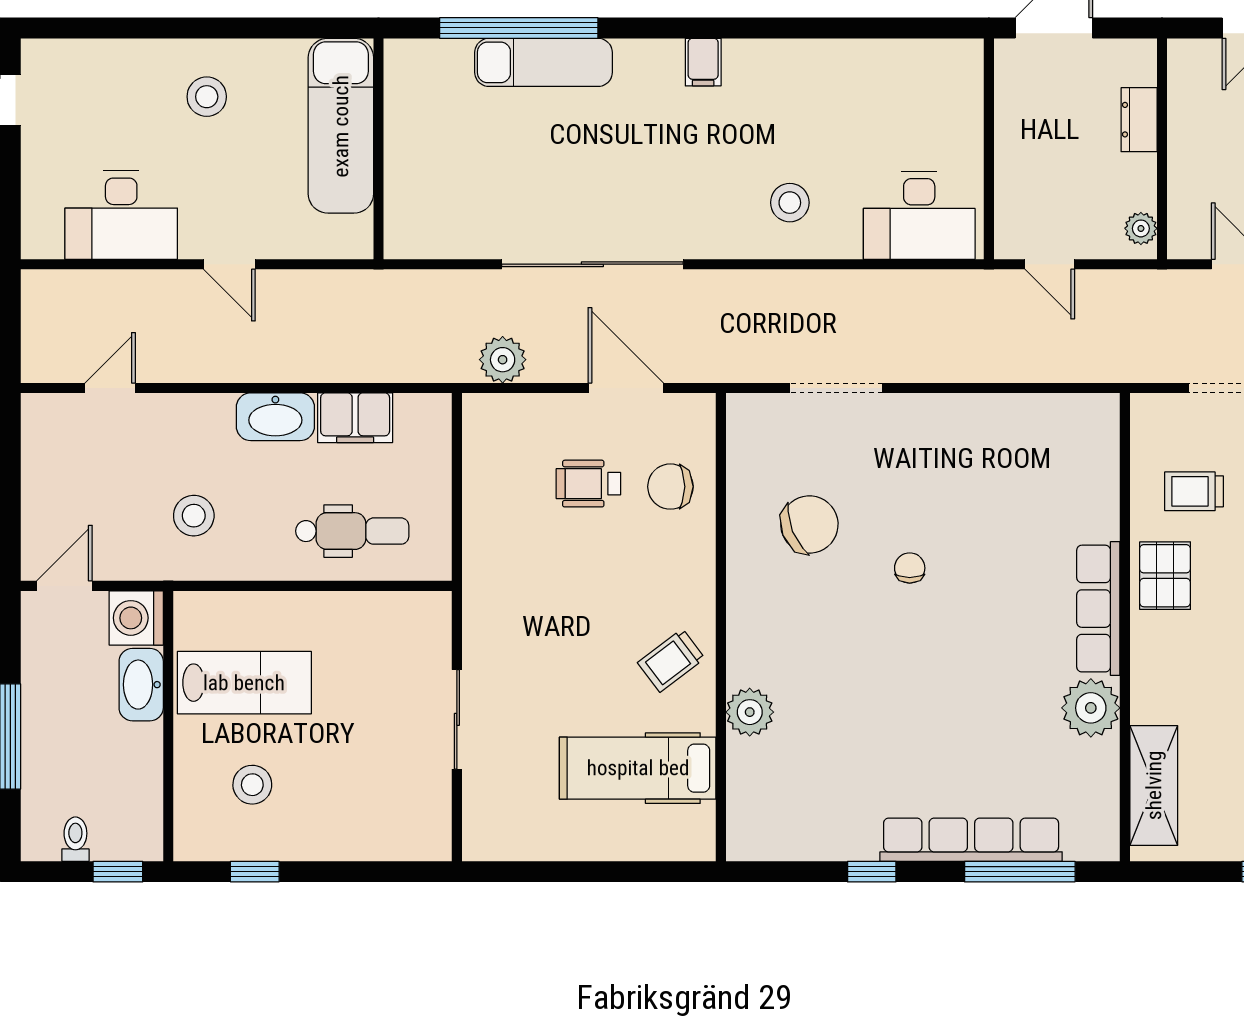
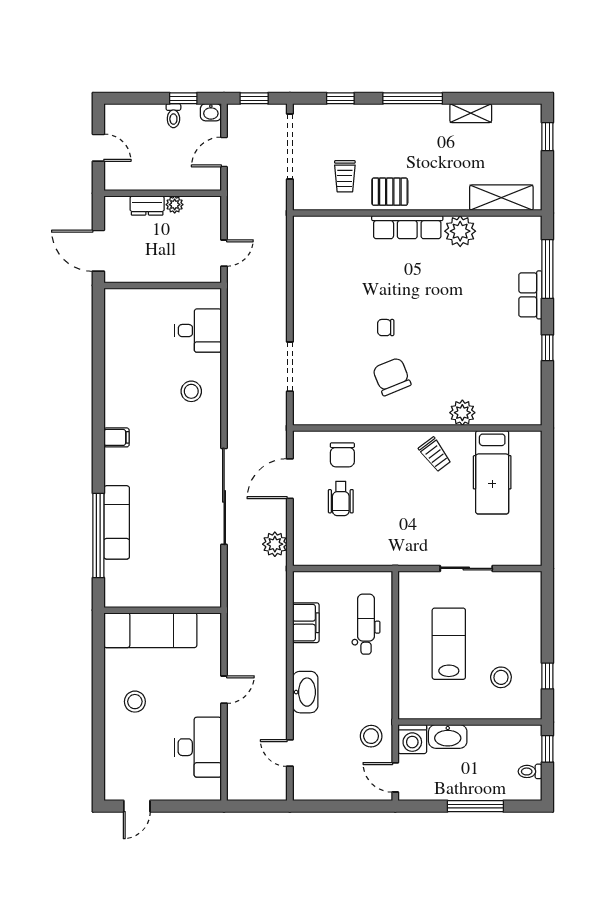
desk: (919, 215) -> (198, 331), width x0.73
plant: (1141, 228) -> (175, 205), moved
washbasin: (275, 417) -> (305, 692), moved
stool: (194, 516) -> (371, 736), moved
chair: (809, 524) -> (392, 377), moved
lab bench: (244, 683) -> (449, 644), moved
row of seats: (971, 840) -> (530, 295), width x0.50

